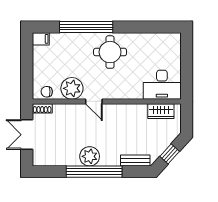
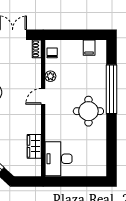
filing cabinet: (41, 39) -> (89, 48), moved
plant: (72, 88) -> (50, 76), width x0.53, depth x0.53
wardrobe: (161, 111) -> (34, 146), moved

